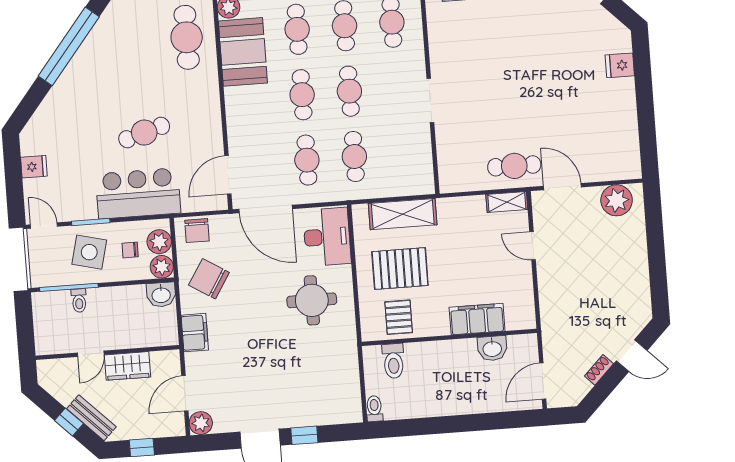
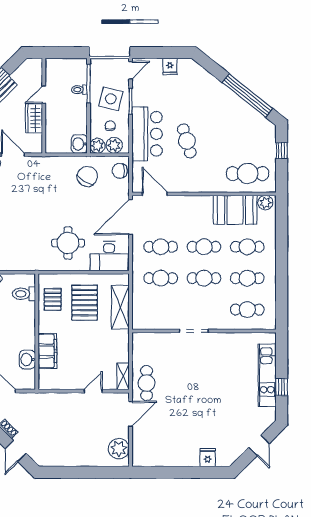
pallet: (399, 317) -> (53, 299), turned 90
filing cabinet: (195, 333) -> (53, 164), removed
door: (91, 354) -> (44, 95), hinge flipped

